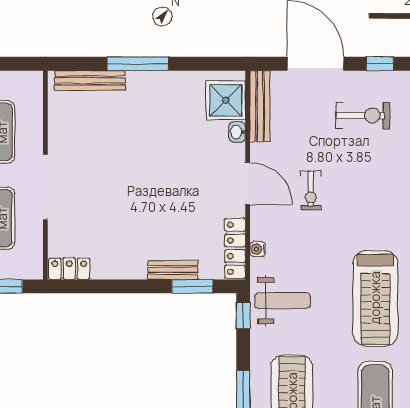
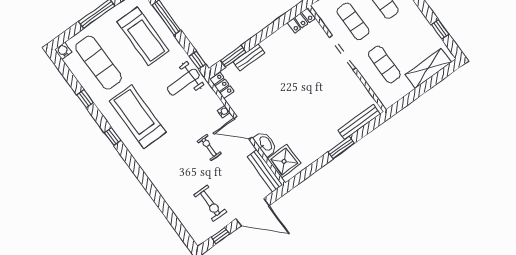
window: (138, 64) -> (341, 148), width x0.69
exercise bike: (363, 116) -> (210, 203), turned -90
washbasin: (237, 132) -> (265, 144), width x1.91, depth x1.45
locker: (235, 248) -> (222, 85), width x0.66
water cooler: (258, 249) -> (224, 112), moved

